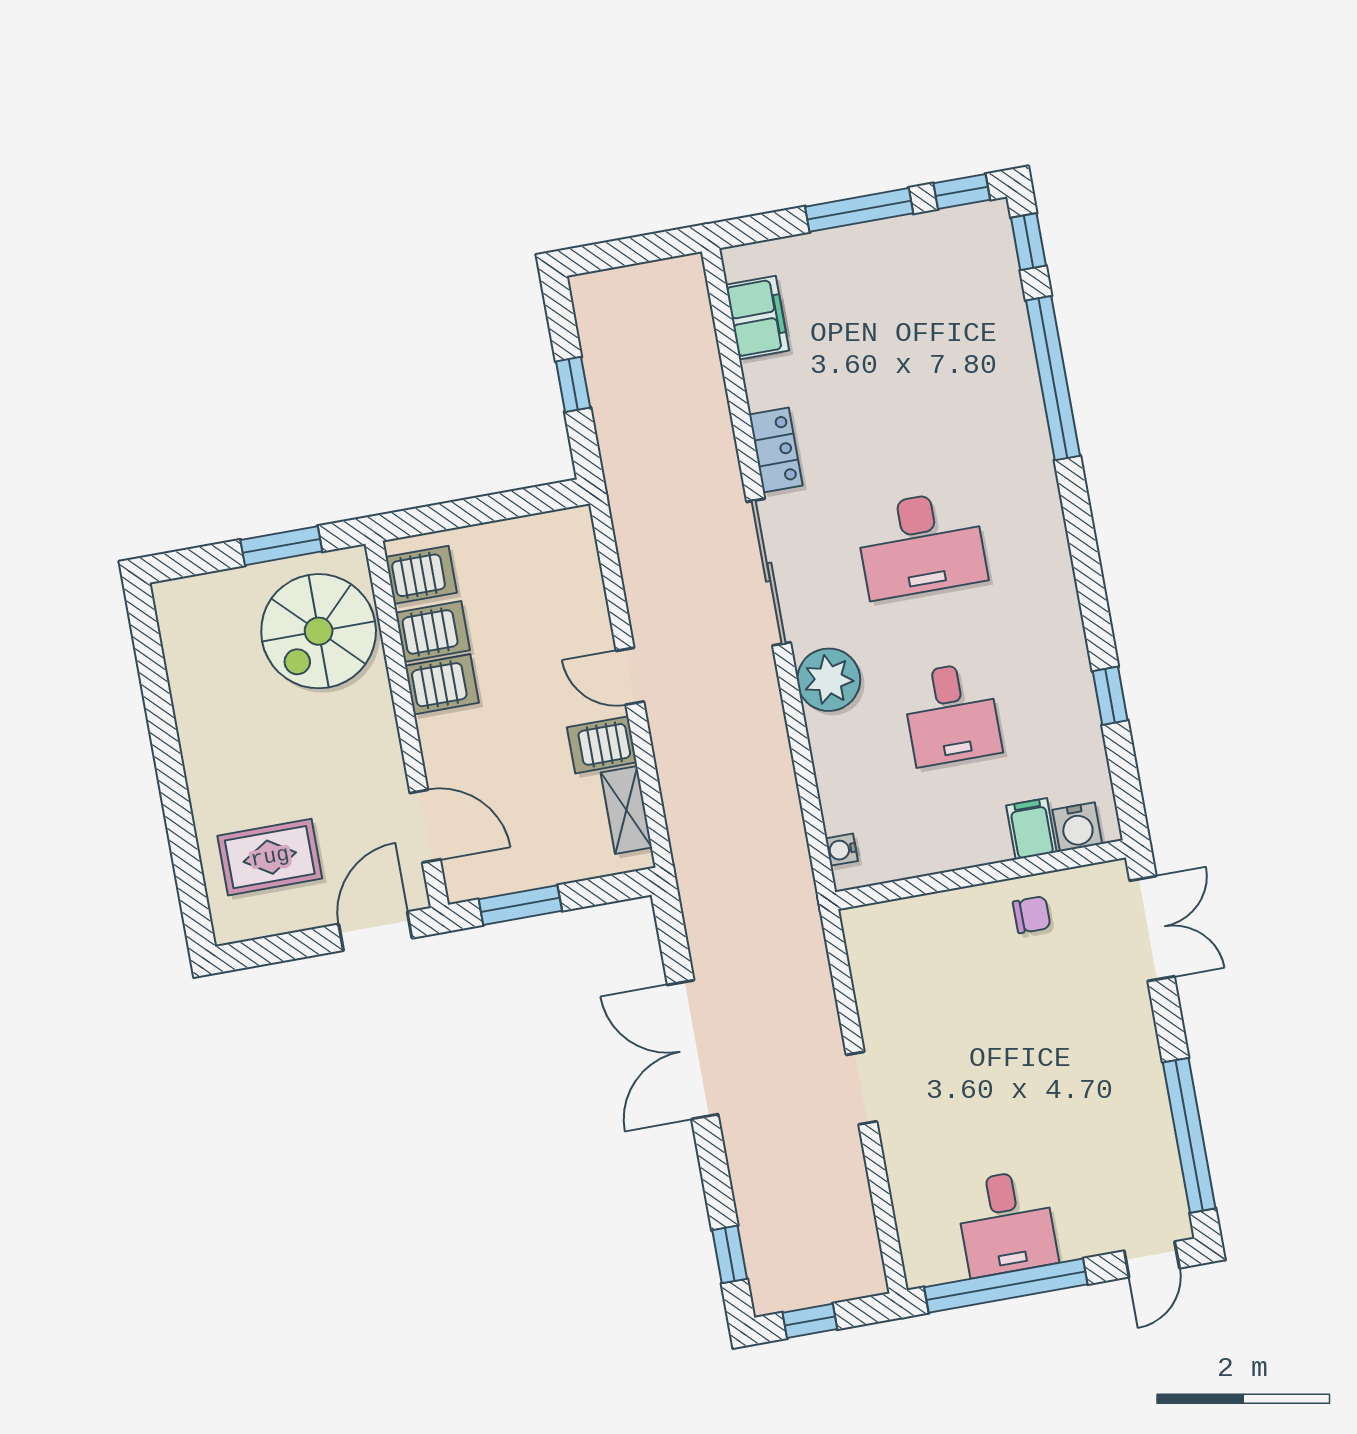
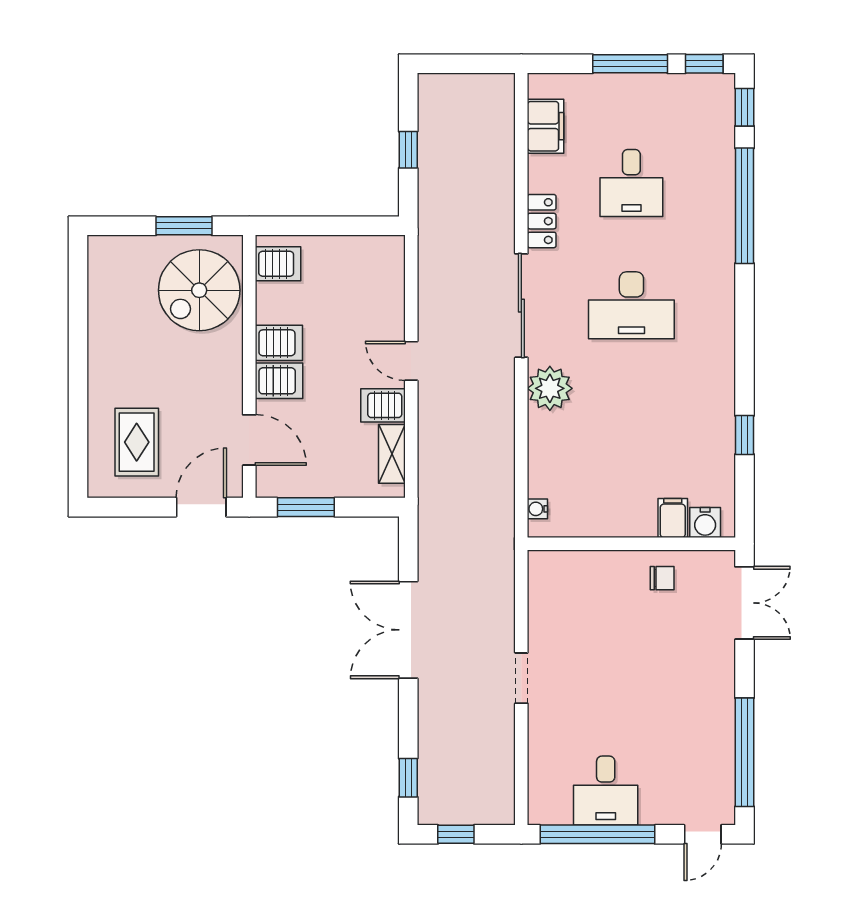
server rack: (433, 632) -> (279, 381), moved
desk: (952, 714) -> (631, 183), moved
rug: (270, 857) -> (137, 442), turned 90

